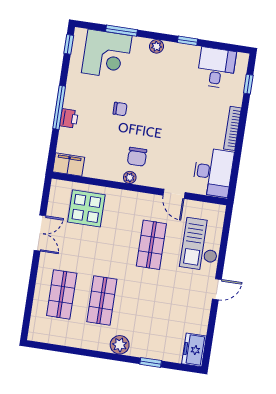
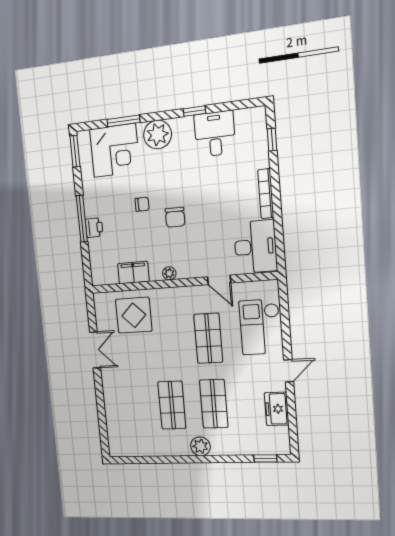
window: (69, 44) -> (75, 151), width x1.50
plant: (157, 46) -> (158, 135), width x1.88, depth x1.88
desk: (216, 68) -> (215, 134), moved
chair: (137, 157) -> (175, 217), moved
filing cabinet: (69, 165) -> (133, 272), moved
shop shelf: (62, 294) -> (214, 404), moved
freezer: (194, 350) -> (277, 409), moved
window: (151, 362) -> (265, 458), moved

